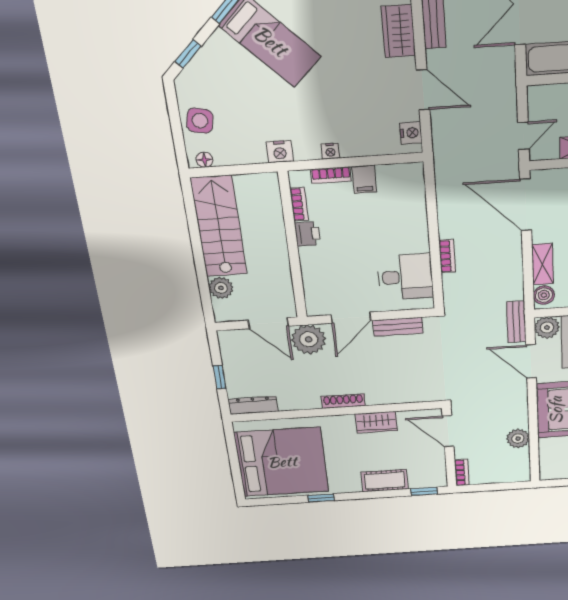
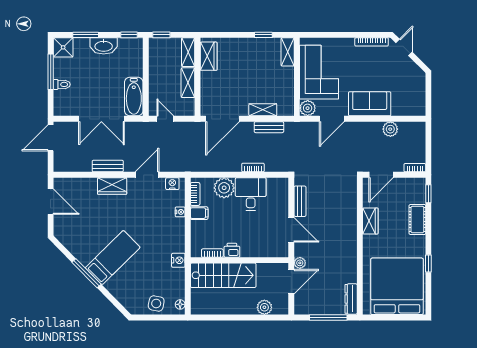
window: (188, 54) -> (117, 304), removed
door: (523, 136) -> (165, 119), moved
nightstand: (330, 151) -> (180, 212), moved
bookcase: (331, 175) -> (195, 194), moved
plant: (410, 215) -> (224, 188), added
stairs: (219, 227) -> (223, 275), moved, turned 180
desk: (405, 277) -> (251, 194), moved
boiler: (544, 295) -> (284, 109), removed
bench: (516, 322) -> (269, 127), moved
plant: (309, 339) -> (300, 263), width x0.53, depth x0.53
window: (220, 377) -> (328, 318), width x2.17
shoe rack: (343, 401) -> (352, 241), removed

